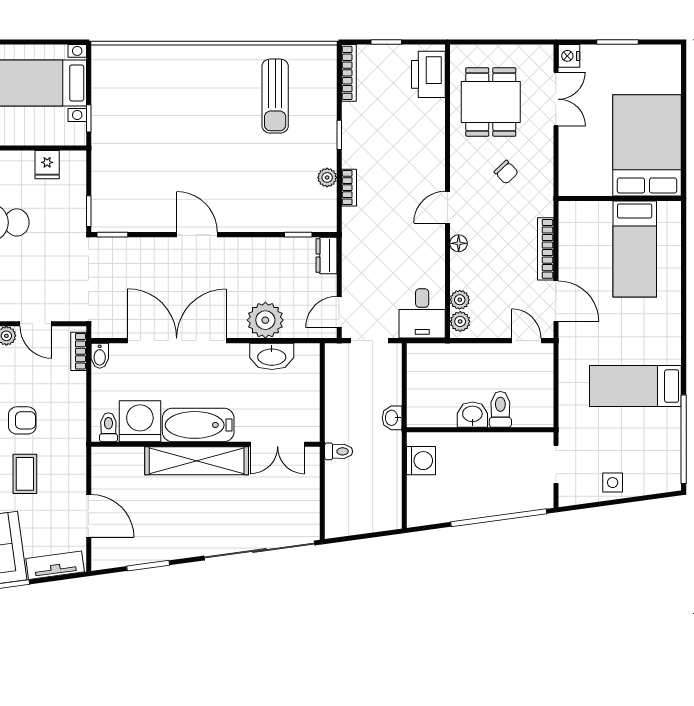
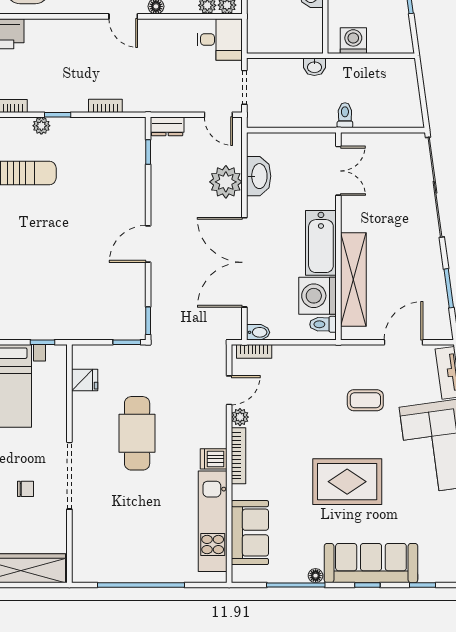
plant: (327, 177) -> (41, 126), moved
armchair: (22, 420) -> (317, 403), removed
shelving: (197, 461) -> (353, 280), moved

